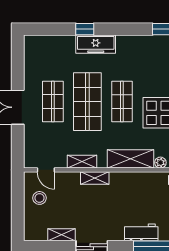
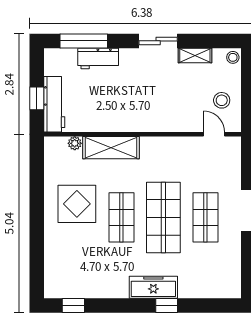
shelving: (82, 162) -> (170, 144), removed
shelving: (95, 178) -> (155, 124), removed
stool: (30, 233) -> (233, 57), added

